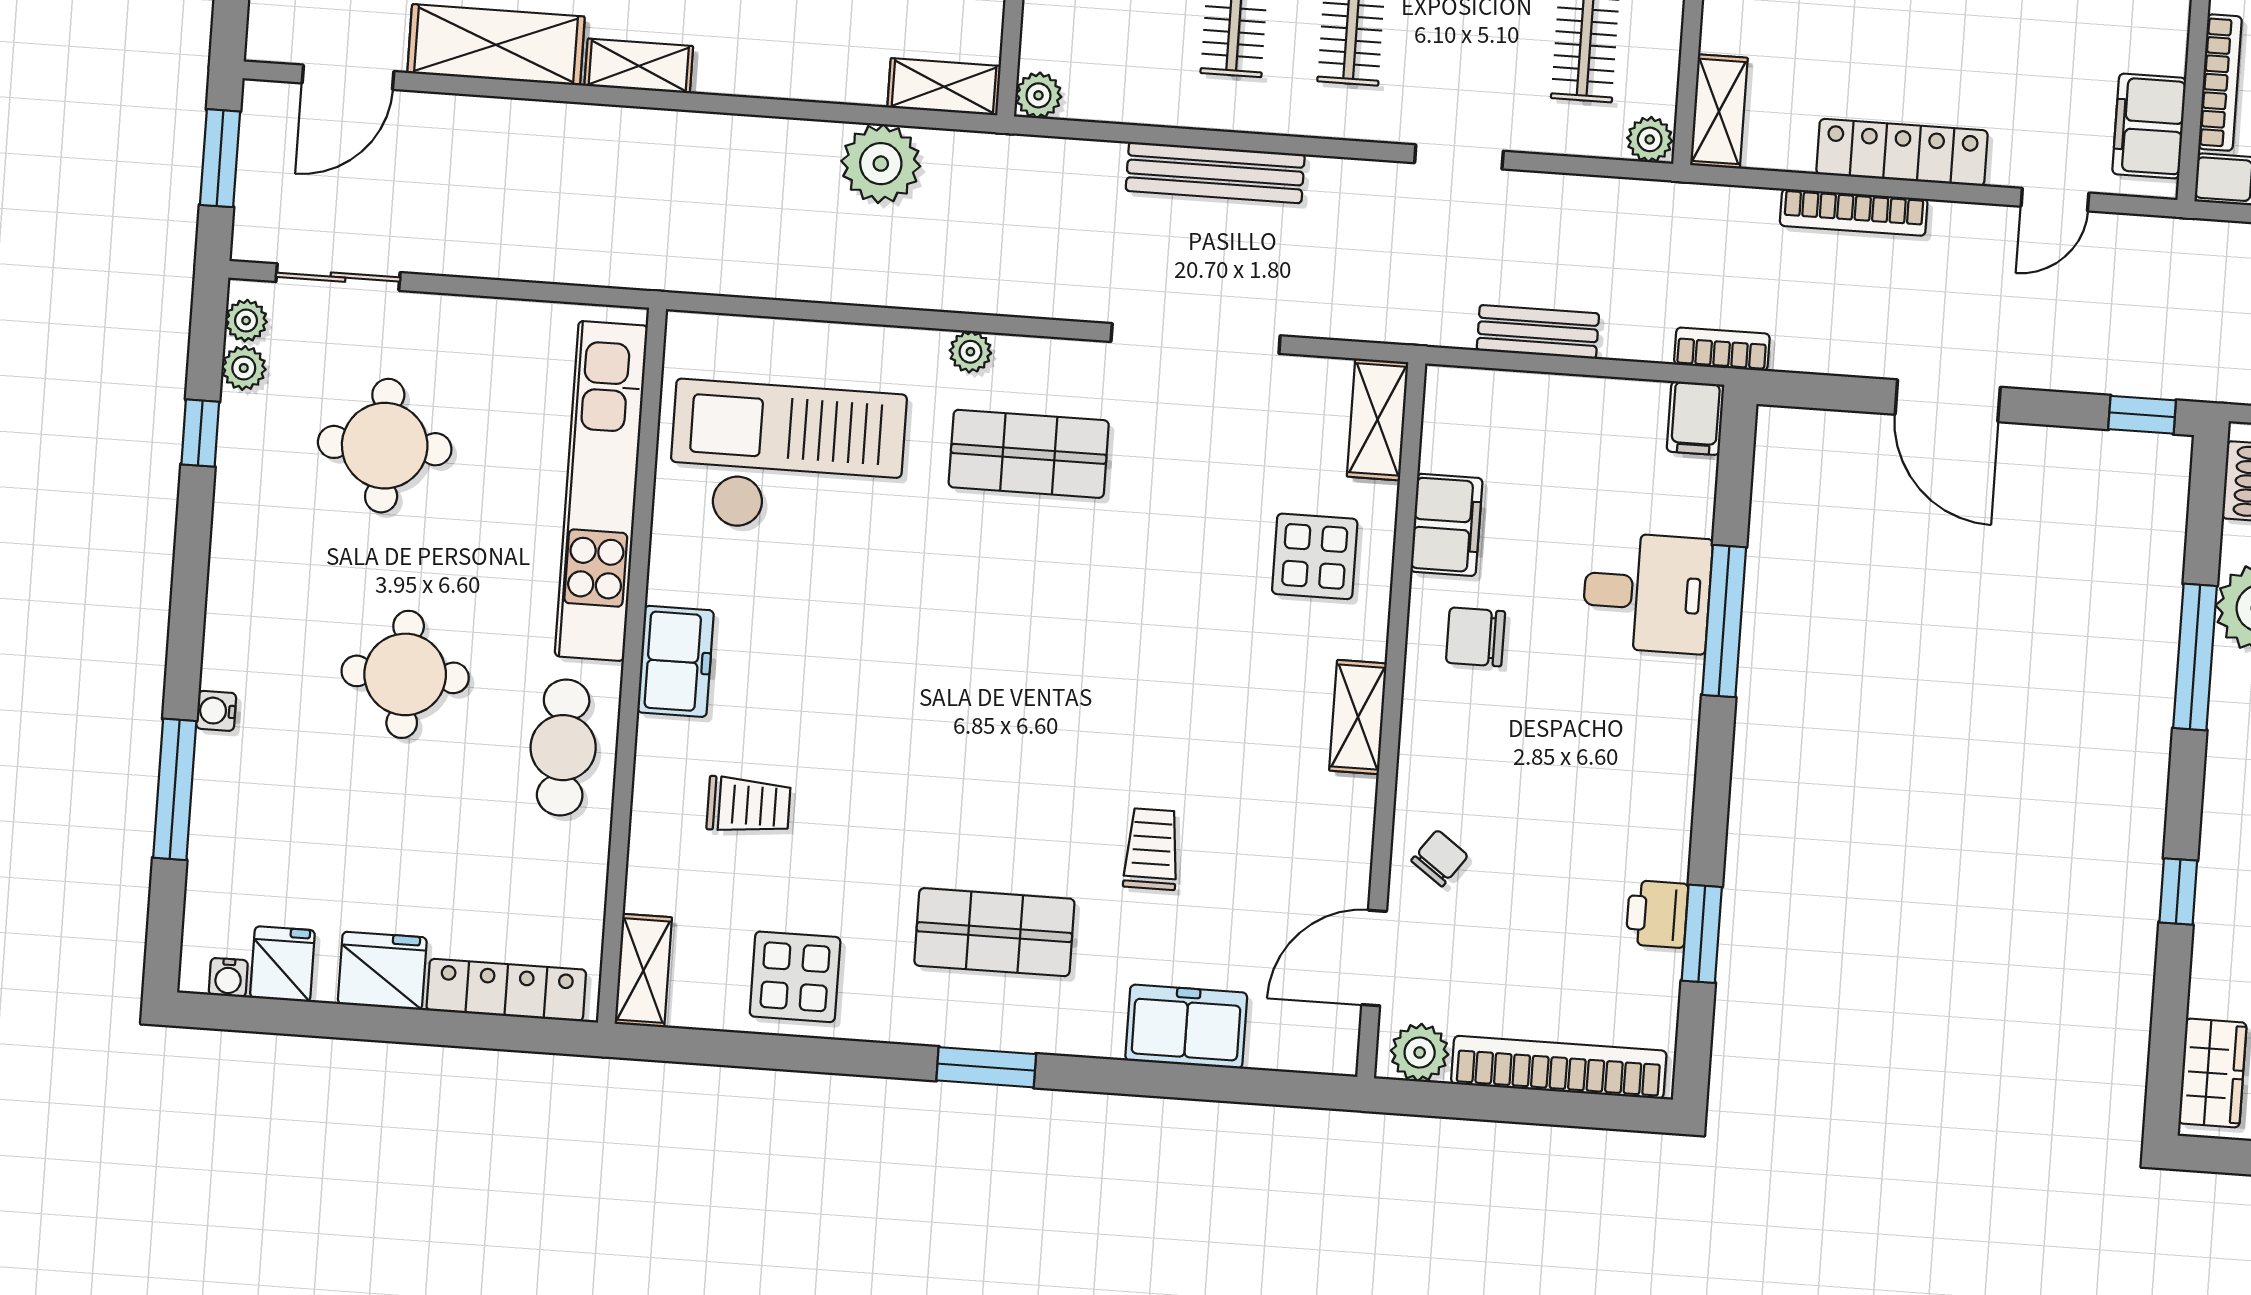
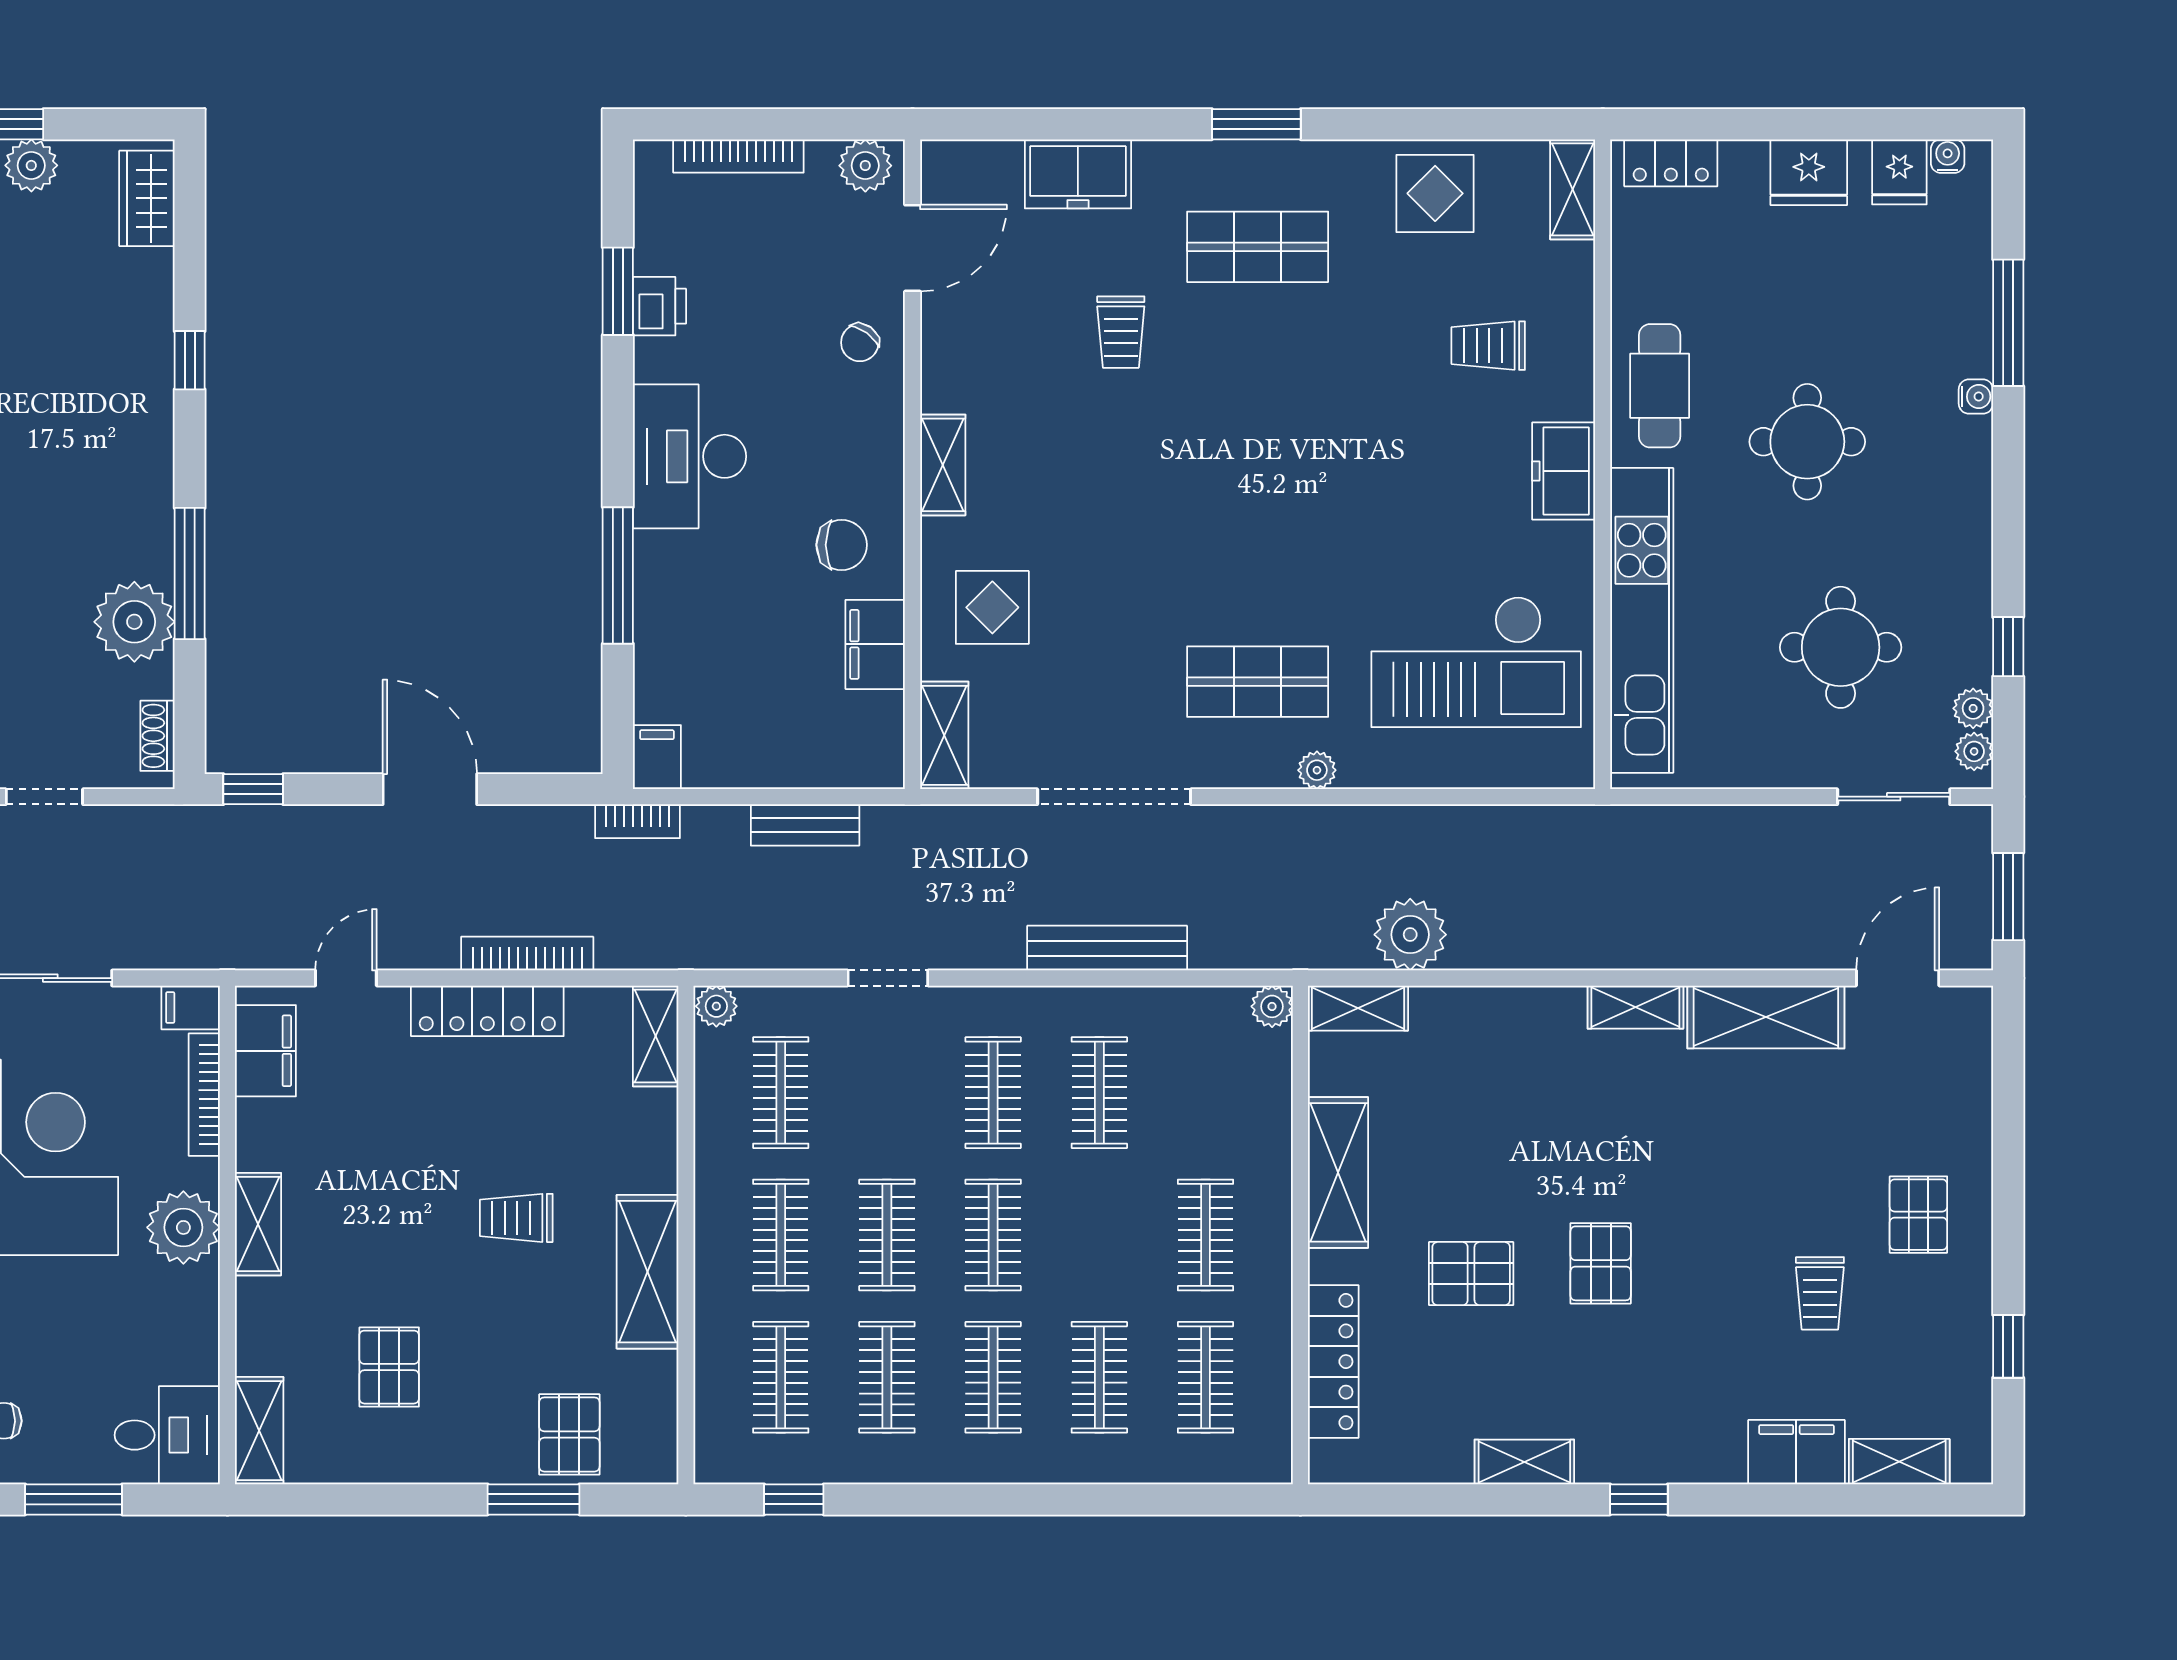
desk: (1647, 593) -> (690, 456), moved, width x1.37
locker: (506, 990) -> (1671, 163), width x0.66
bookcase: (1559, 1067) -> (738, 156), width x0.68, depth x0.76

